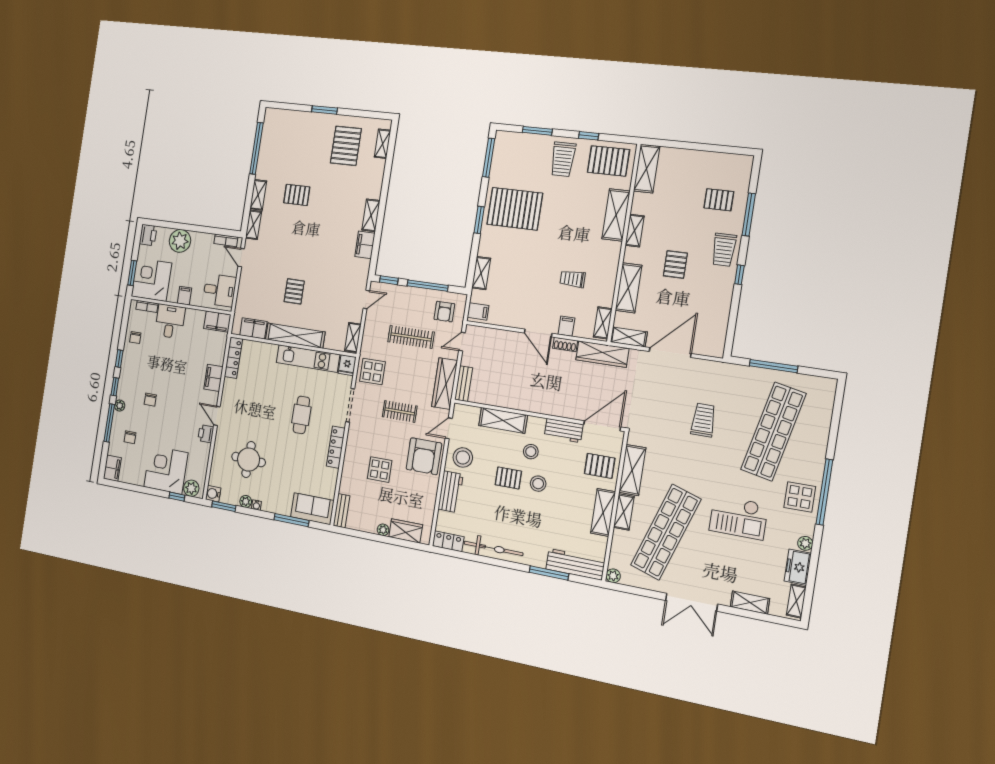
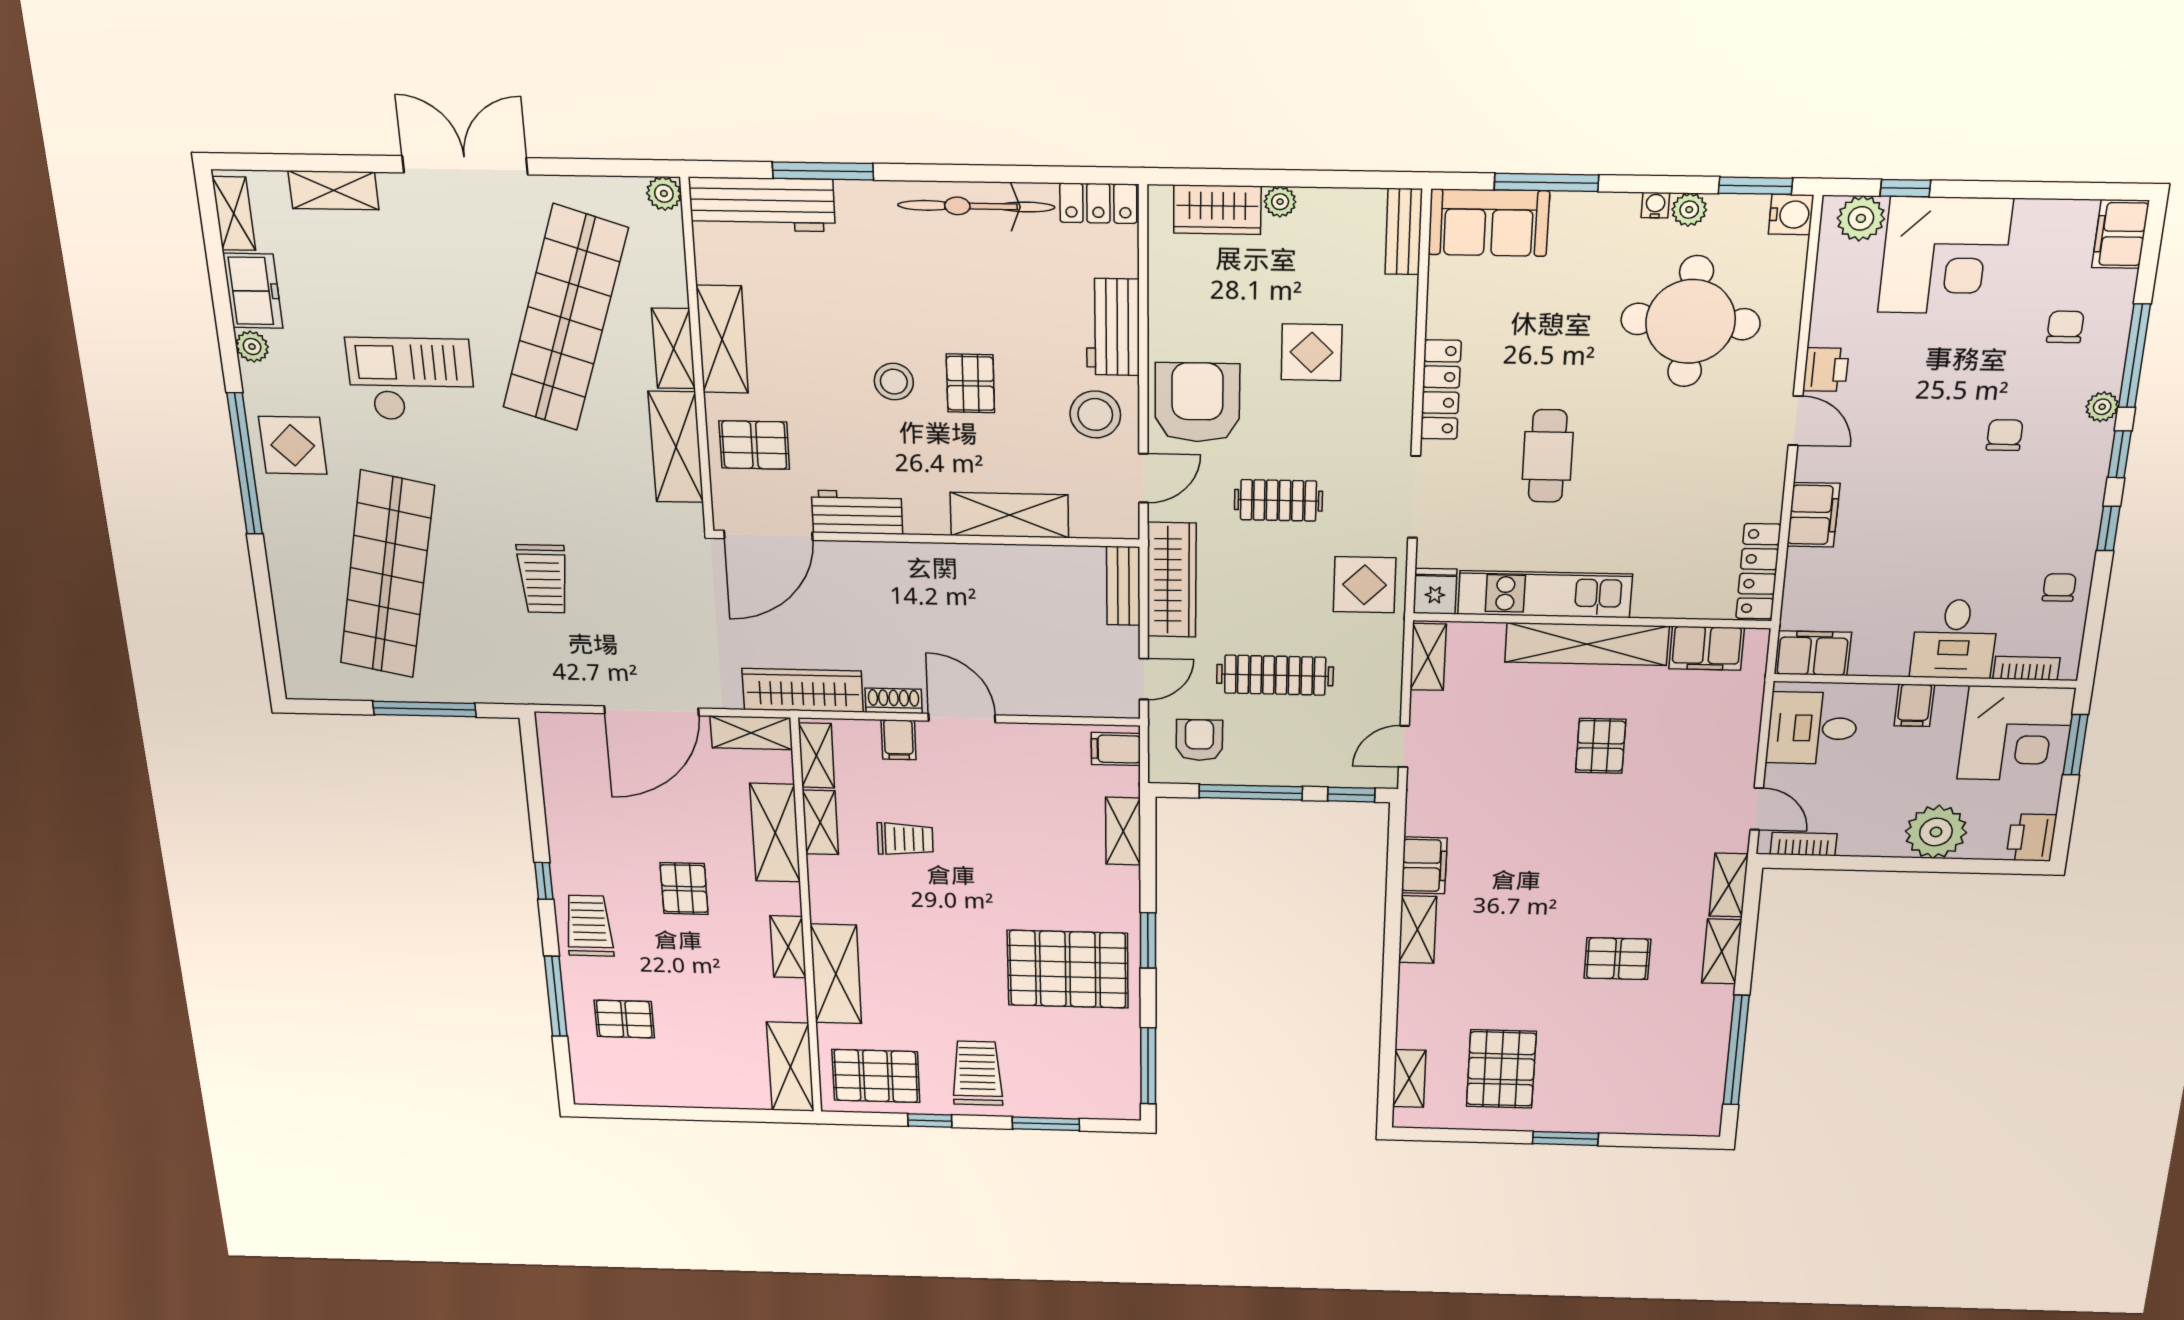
shelving: (608, 291) -> (820, 822), added
stool: (531, 452) -> (927, 453), removed
round table: (249, 460) -> (1691, 322), width x1.36, depth x1.36
pallet: (508, 478) -> (970, 383), turned 90

